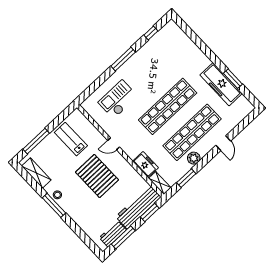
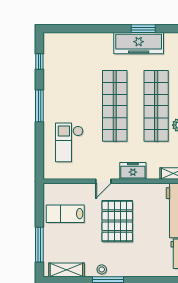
freezer: (145, 164) -> (133, 171), moved
pallet: (97, 176) -> (117, 221), turned 90

